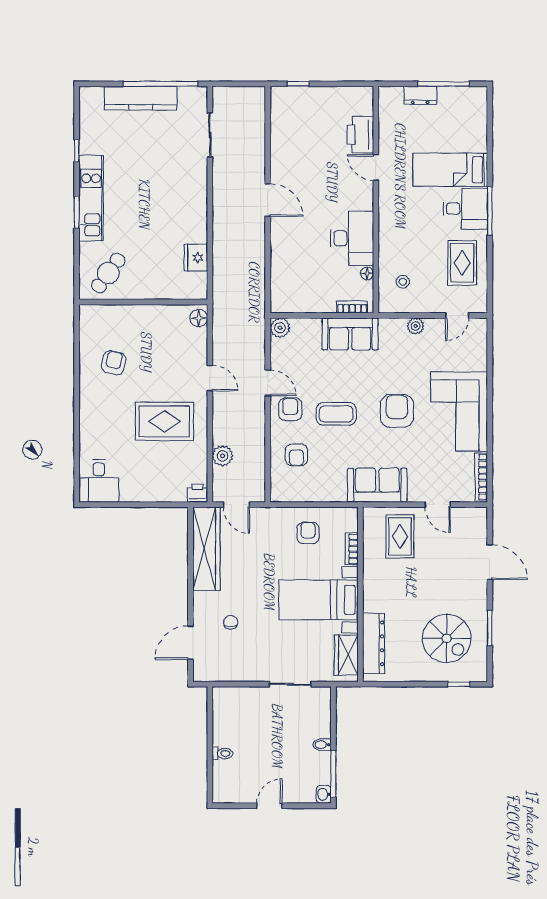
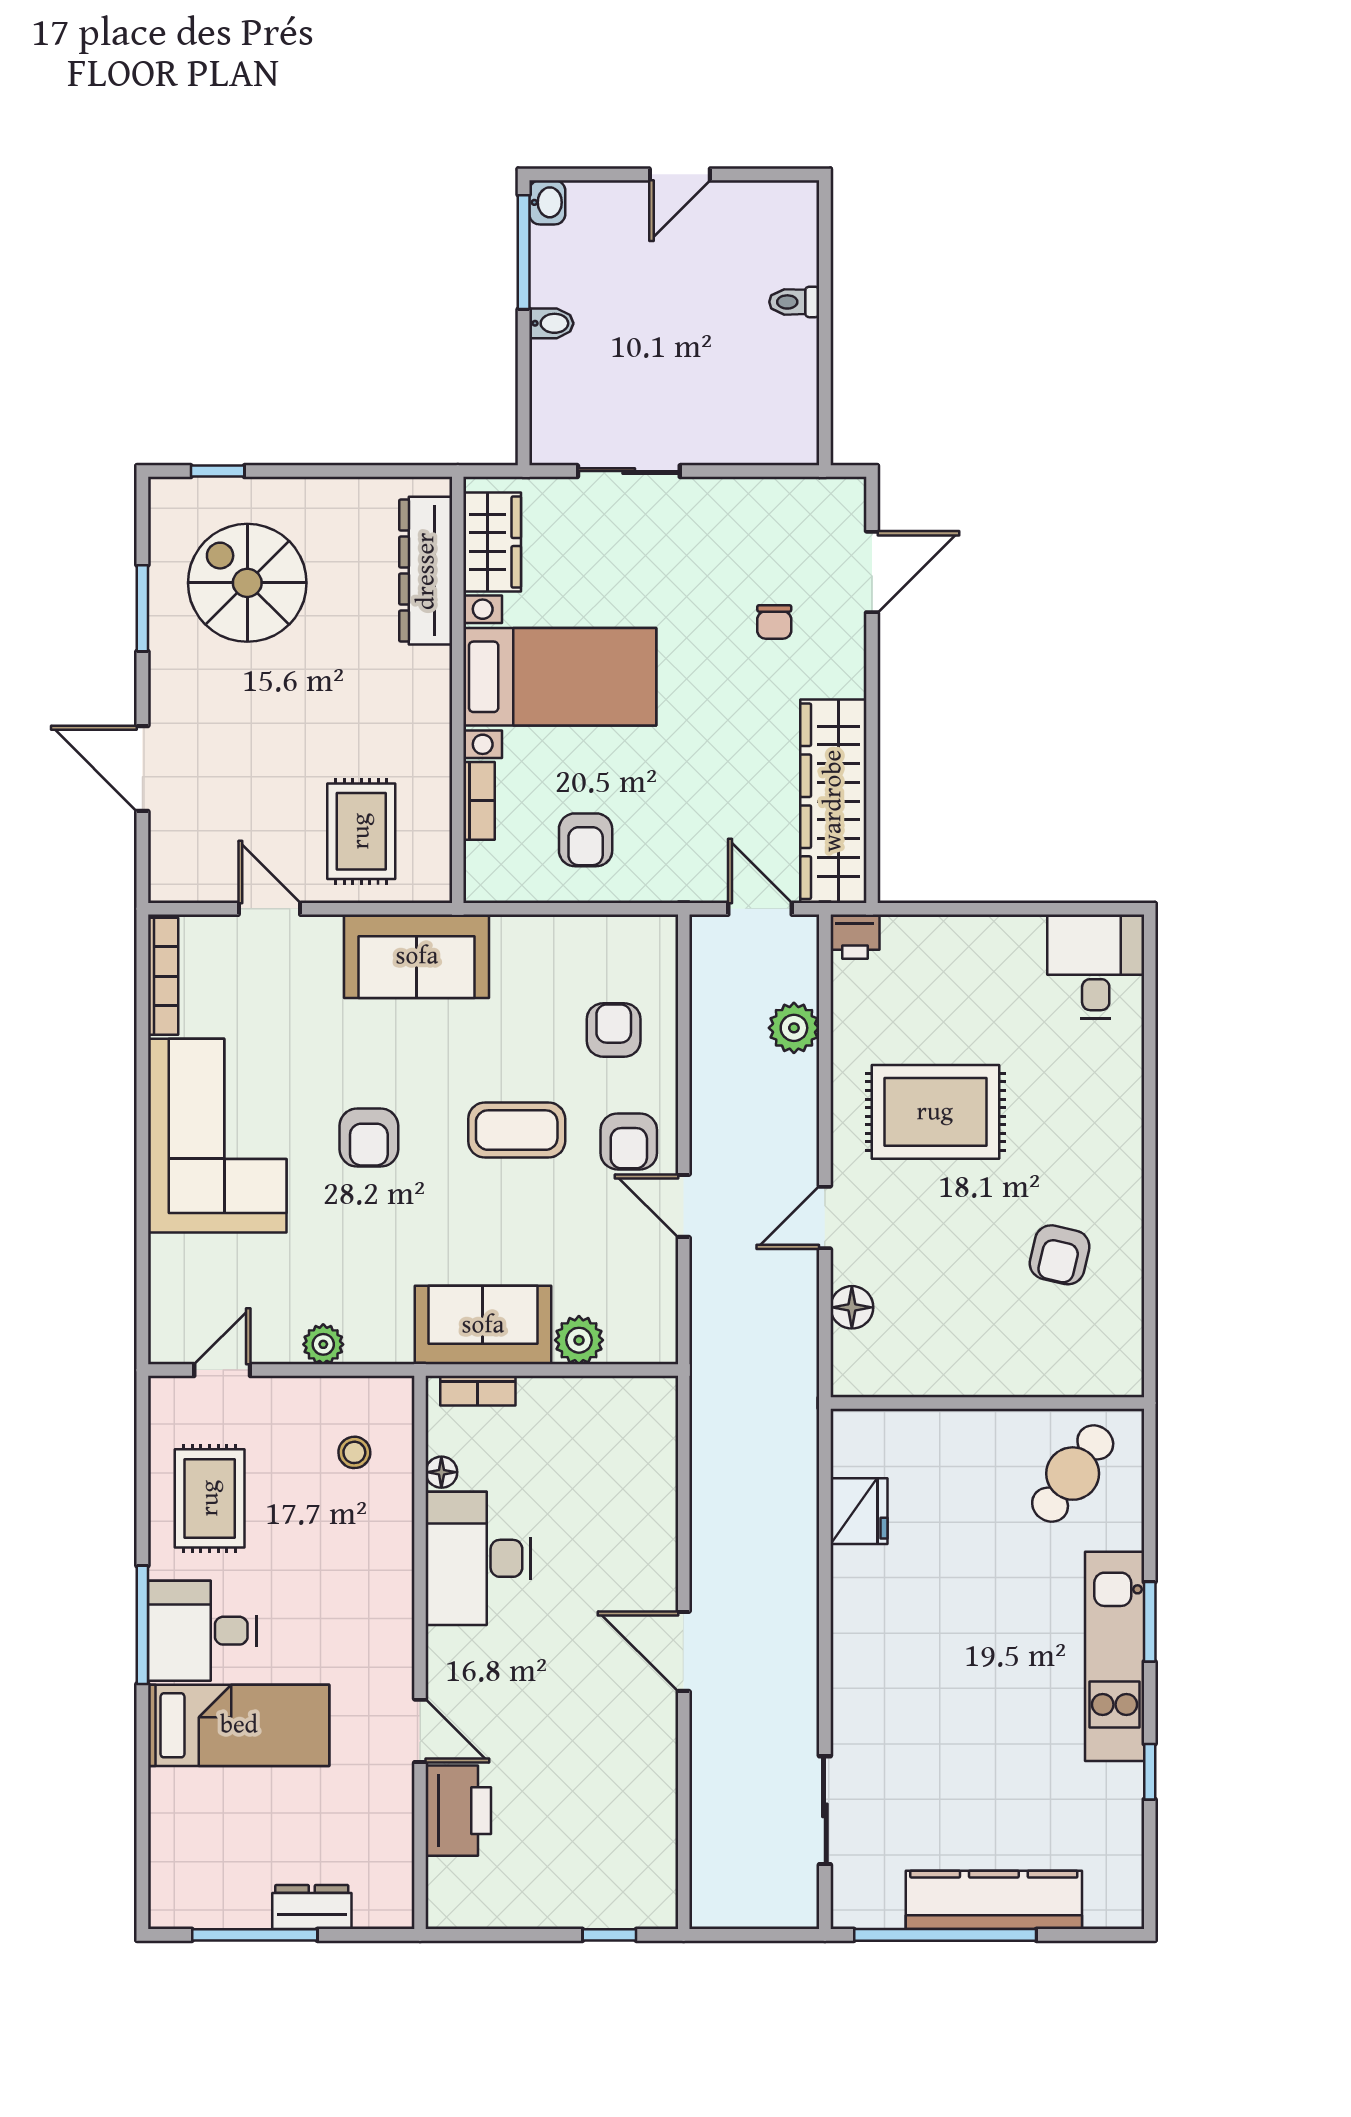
floor lamp: (199, 318) -> (852, 1307), moved
plant: (280, 328) -> (579, 1340), moved
door: (210, 378) -> (825, 1218), hinge flipped
armchair: (397, 411) -> (369, 1138), width x0.72, depth x0.72

